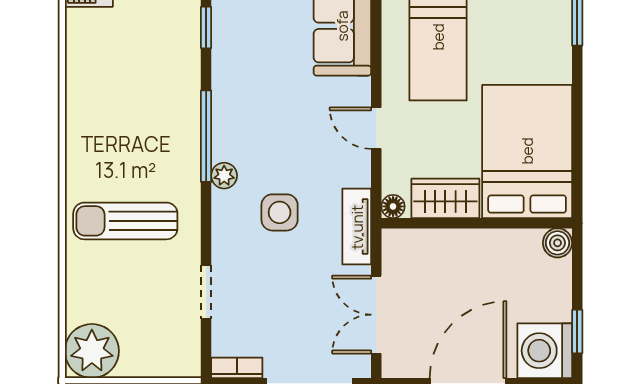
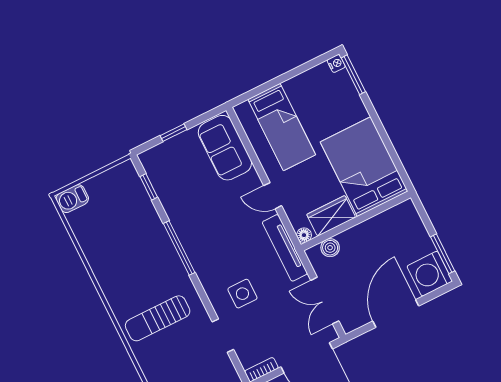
plant: (224, 176) -> (200, 265), removed
side table: (280, 212) -> (242, 294), moved
tv unit: (357, 227) -> (285, 248), width x1.41
boiler: (557, 243) -> (330, 248), moved
window: (577, 332) -> (443, 254), width x1.50

